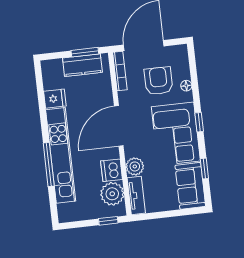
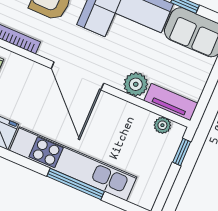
dishwasher: (112, 170) -> (125, 114), removed
plant: (112, 194) -> (162, 125), width x0.53, depth x0.53

